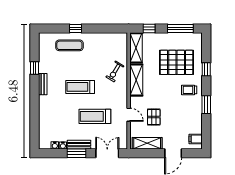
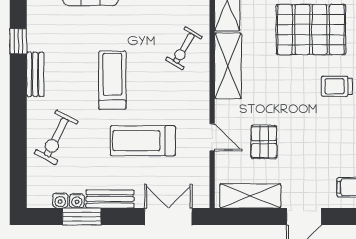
treadmill: (80, 87) -> (112, 80), turned 90
exercise bike: (53, 115) -> (56, 137), added
window: (77, 153) -> (82, 217), moved

